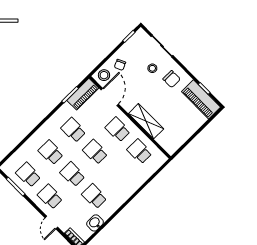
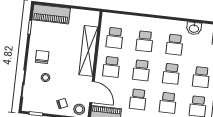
door: (110, 97) -> (92, 92), swing flipped
piano: (201, 99) -> (51, 14), moved, turned 90
shelving: (146, 121) -> (88, 51), width x1.47
school desk: (117, 174) -> (145, 41), added

